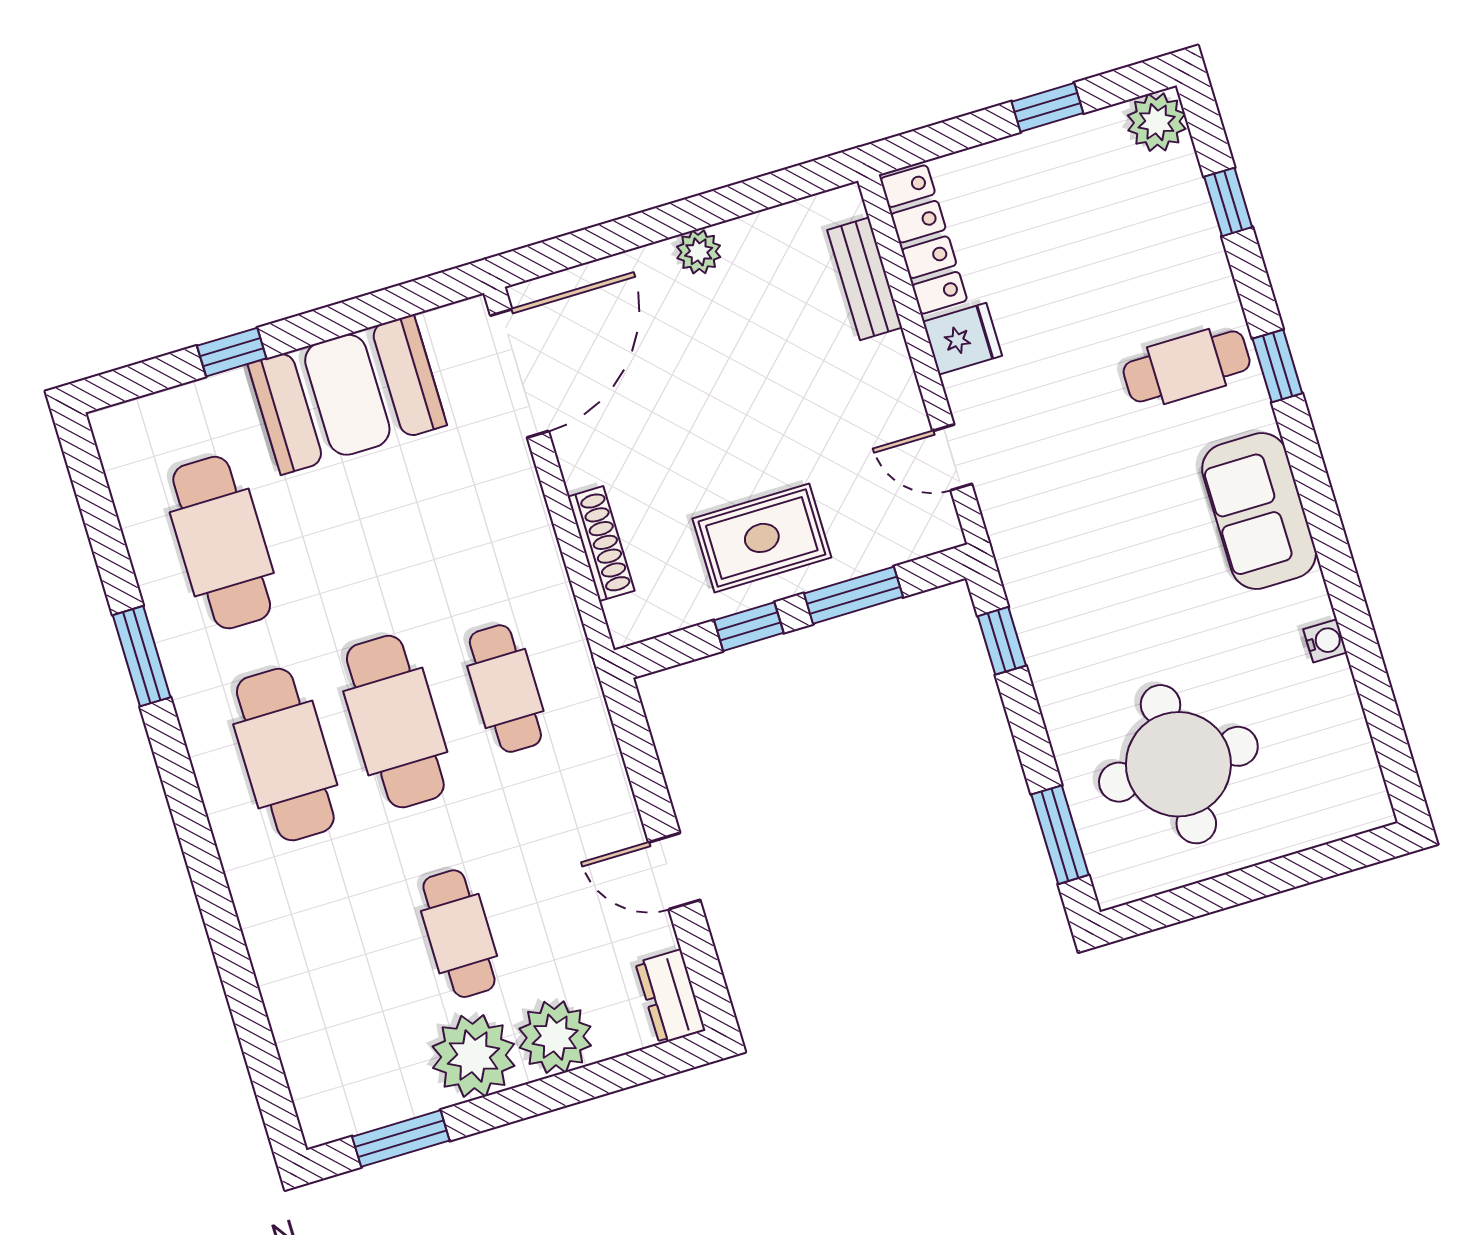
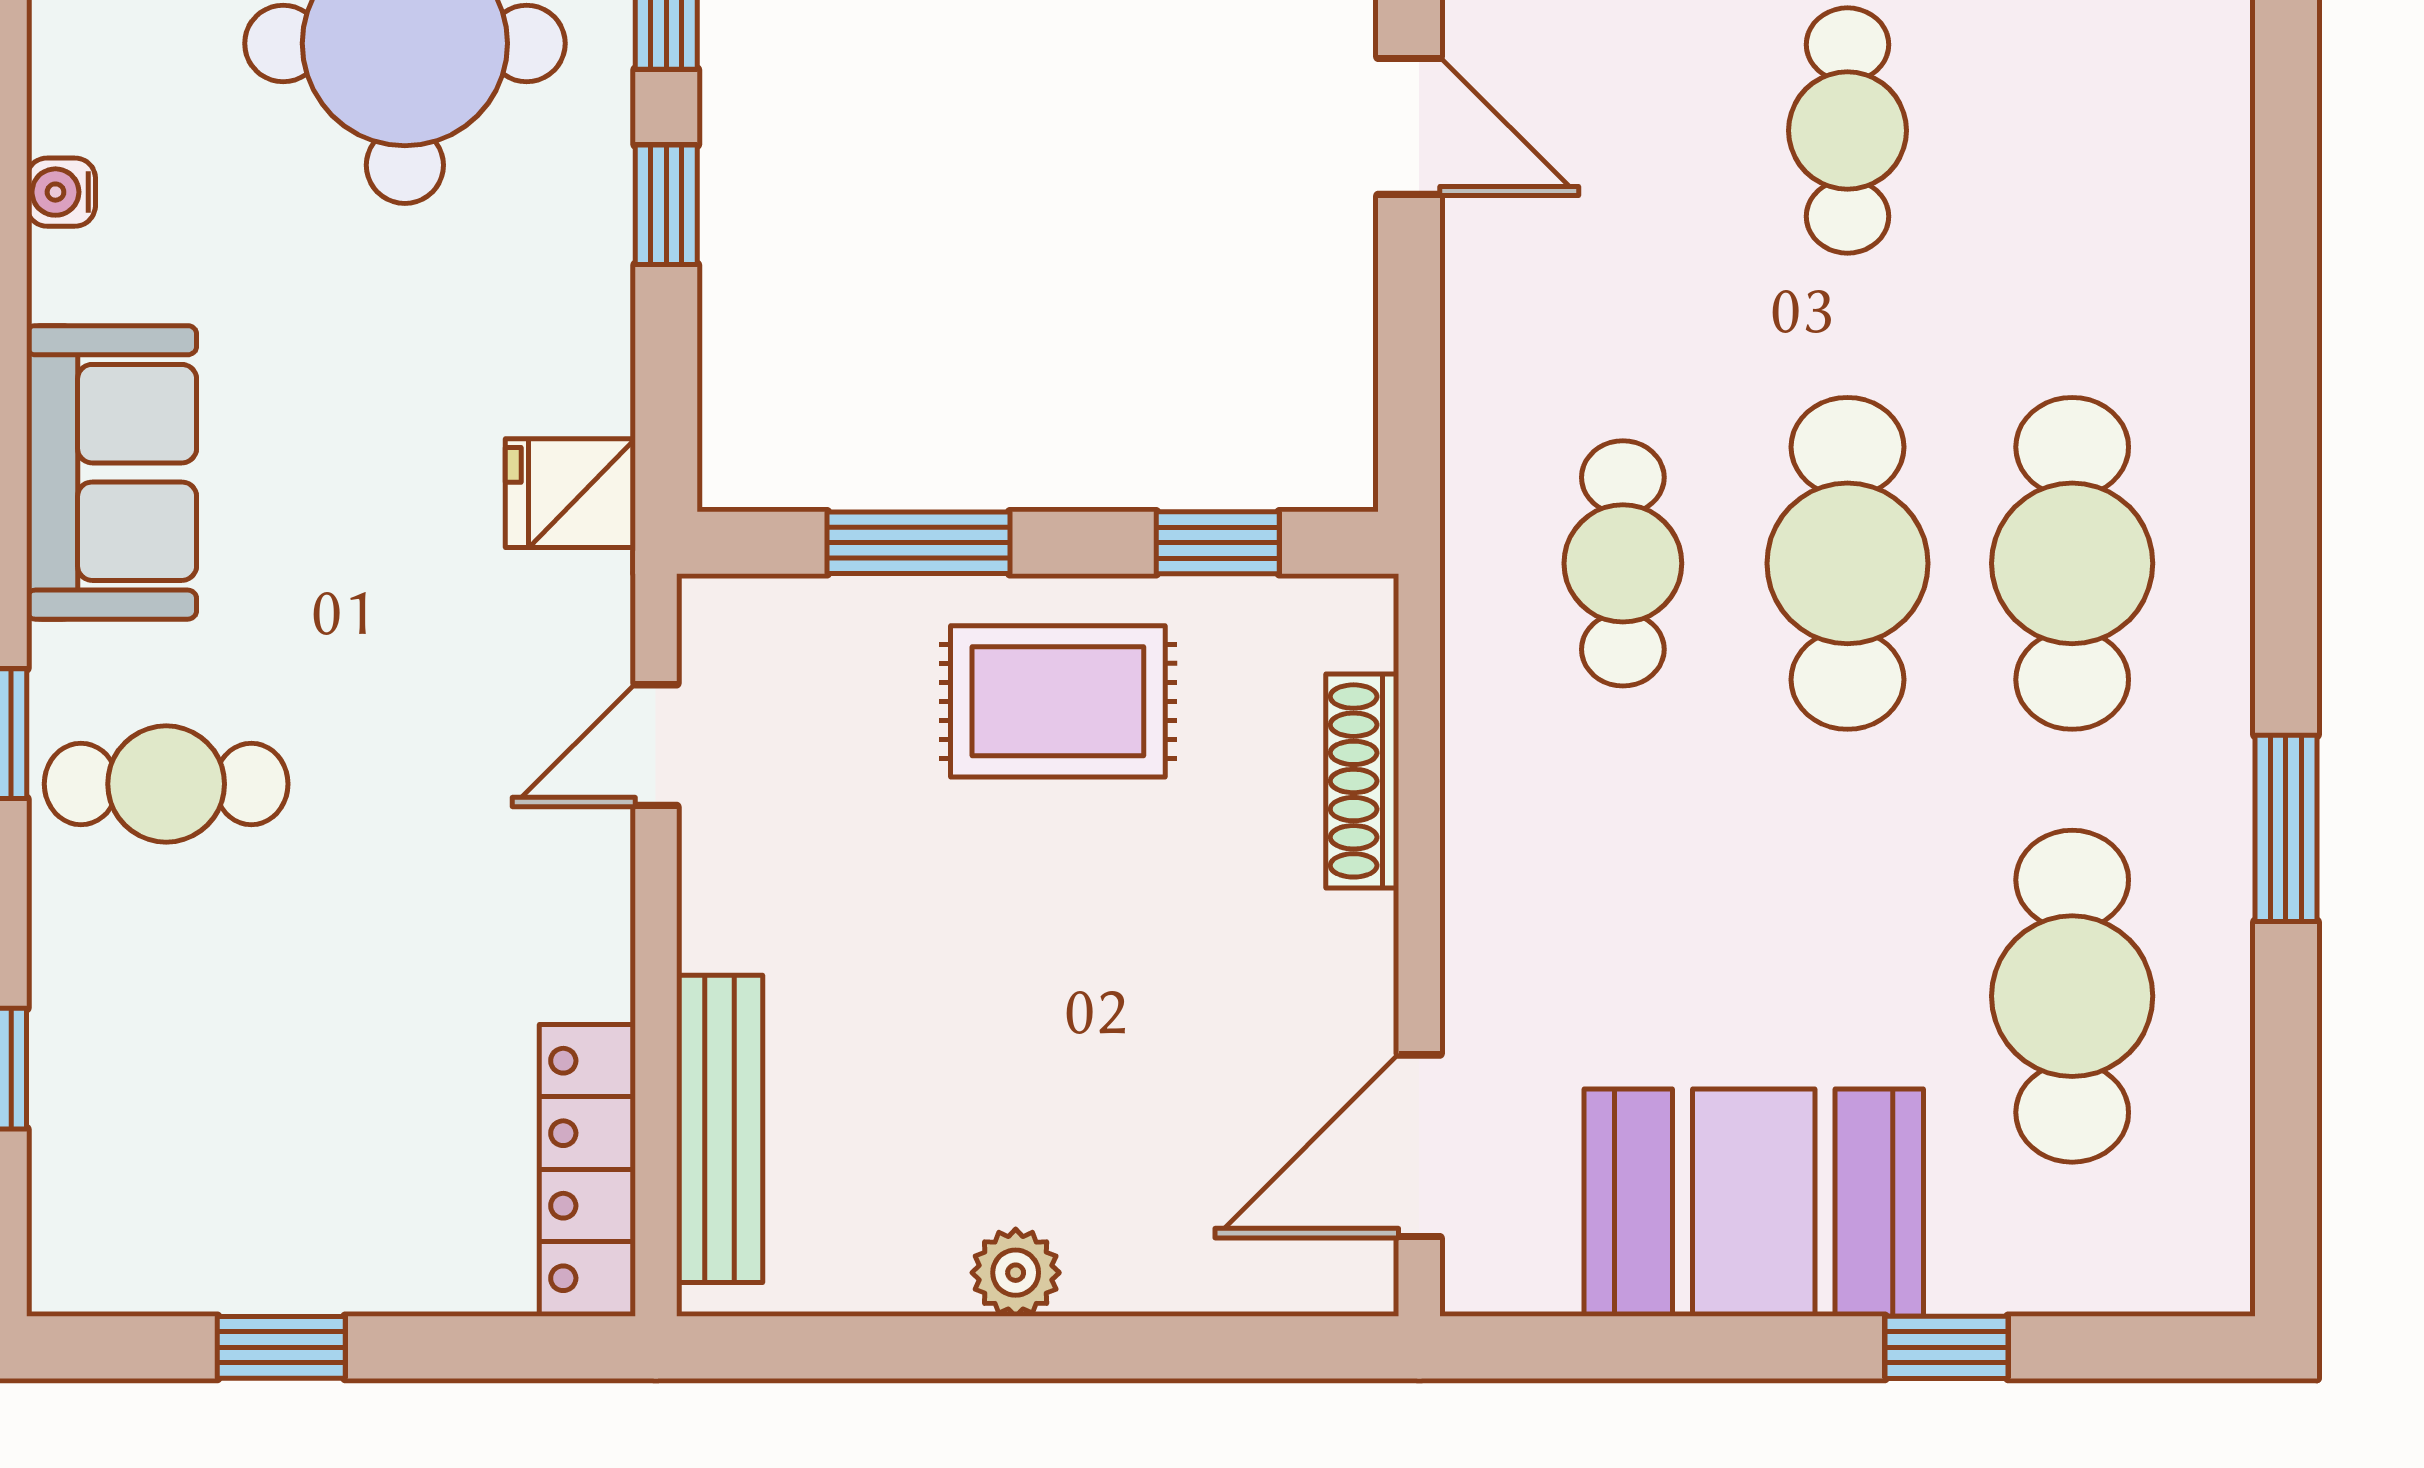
plant: (1157, 122) -> (85, 1258), removed
bench: (865, 279) -> (720, 1129), width x1.36
fridge: (962, 339) -> (570, 493), moved
door: (519, 373) -> (1419, 1146), width x0.73
door: (952, 457) -> (656, 745), swing flipped
window: (749, 627) -> (1218, 543), moved
window: (1002, 641) -> (666, 205), moved

